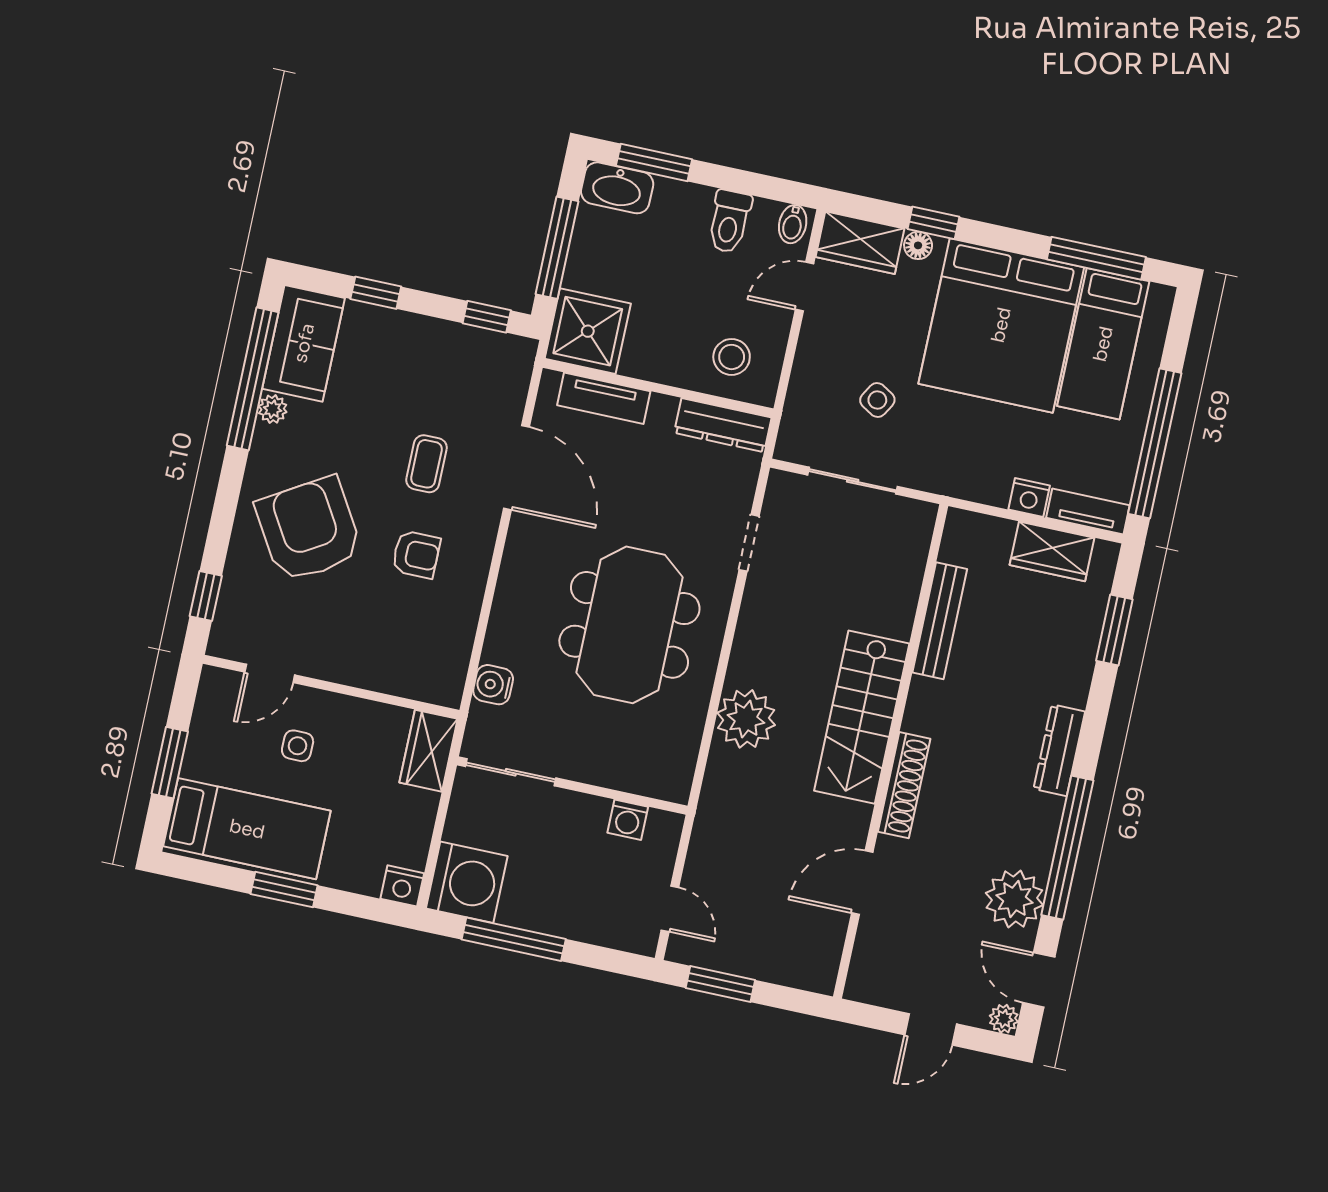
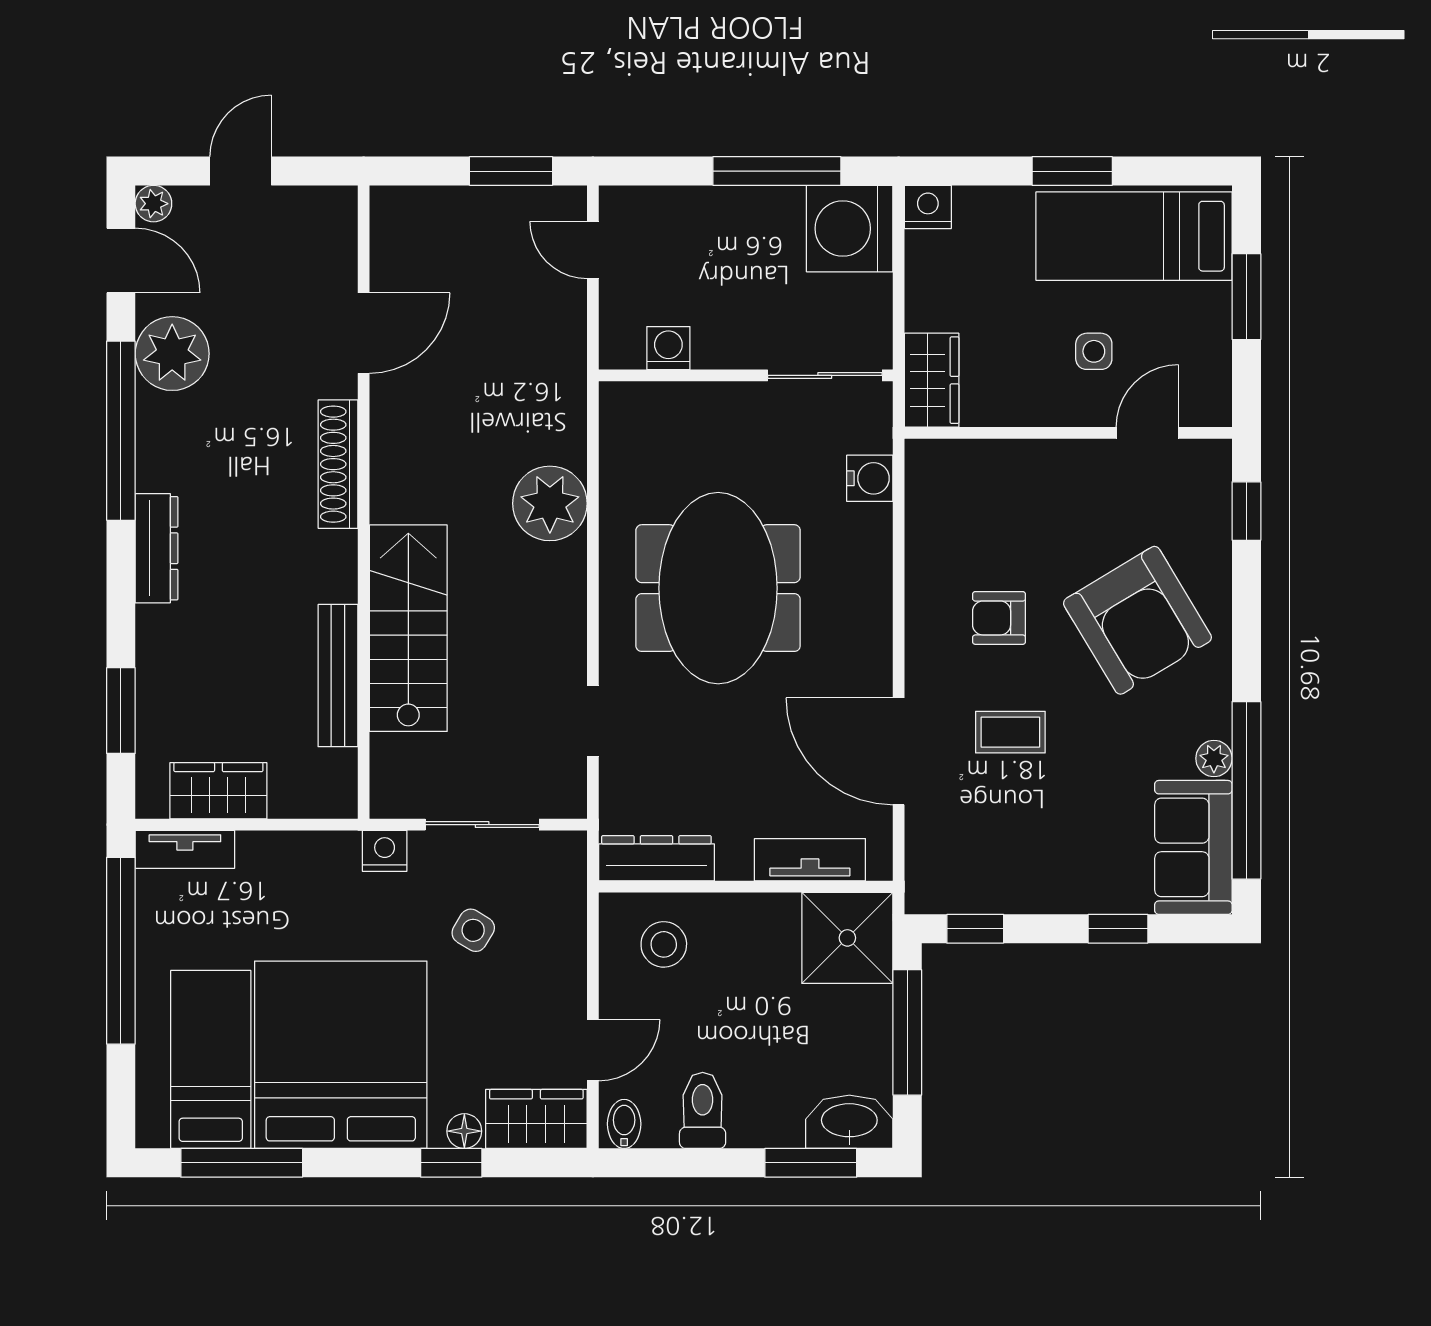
coffee table: (426, 464) -> (1010, 732), turned 90
nightstand: (1029, 497) -> (385, 851), moved
stairs: (862, 717) -> (408, 628), moved

